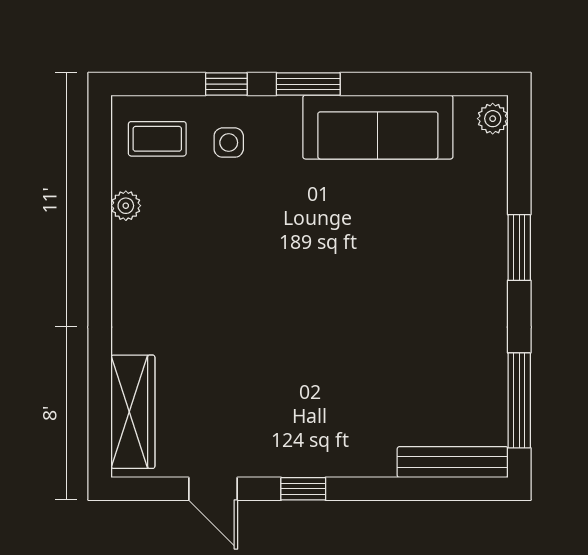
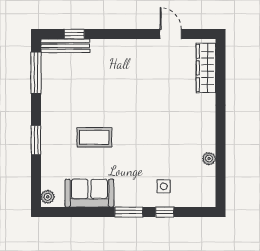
sofa: (378, 127) -> (89, 193), width x0.73
coffee table: (157, 139) -> (94, 137), moved, width x1.36, depth x1.30
window: (303, 489) -> (74, 34), moved

